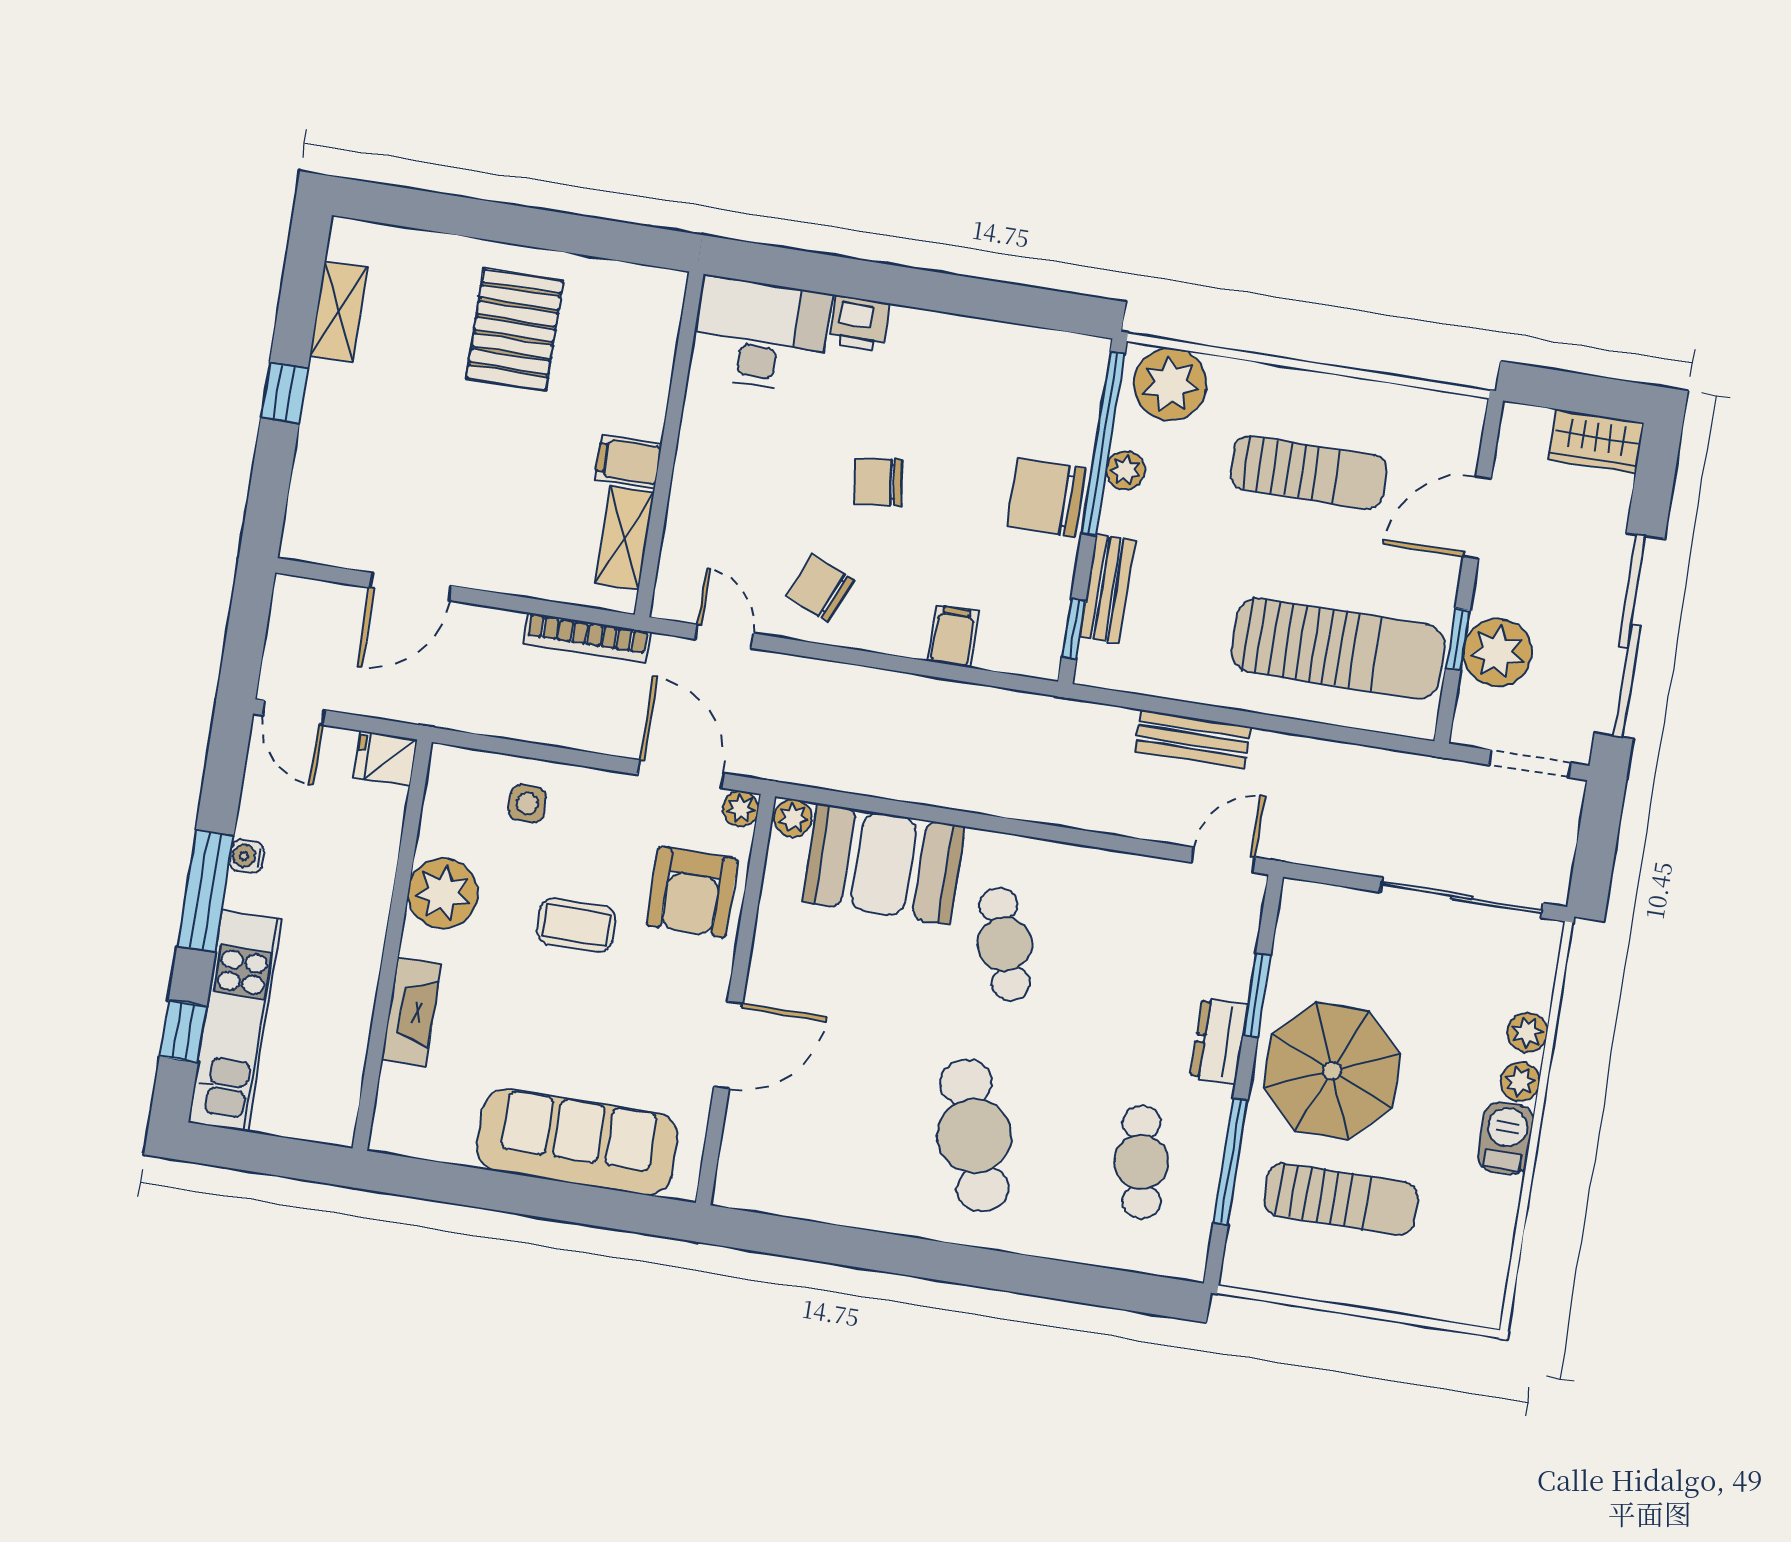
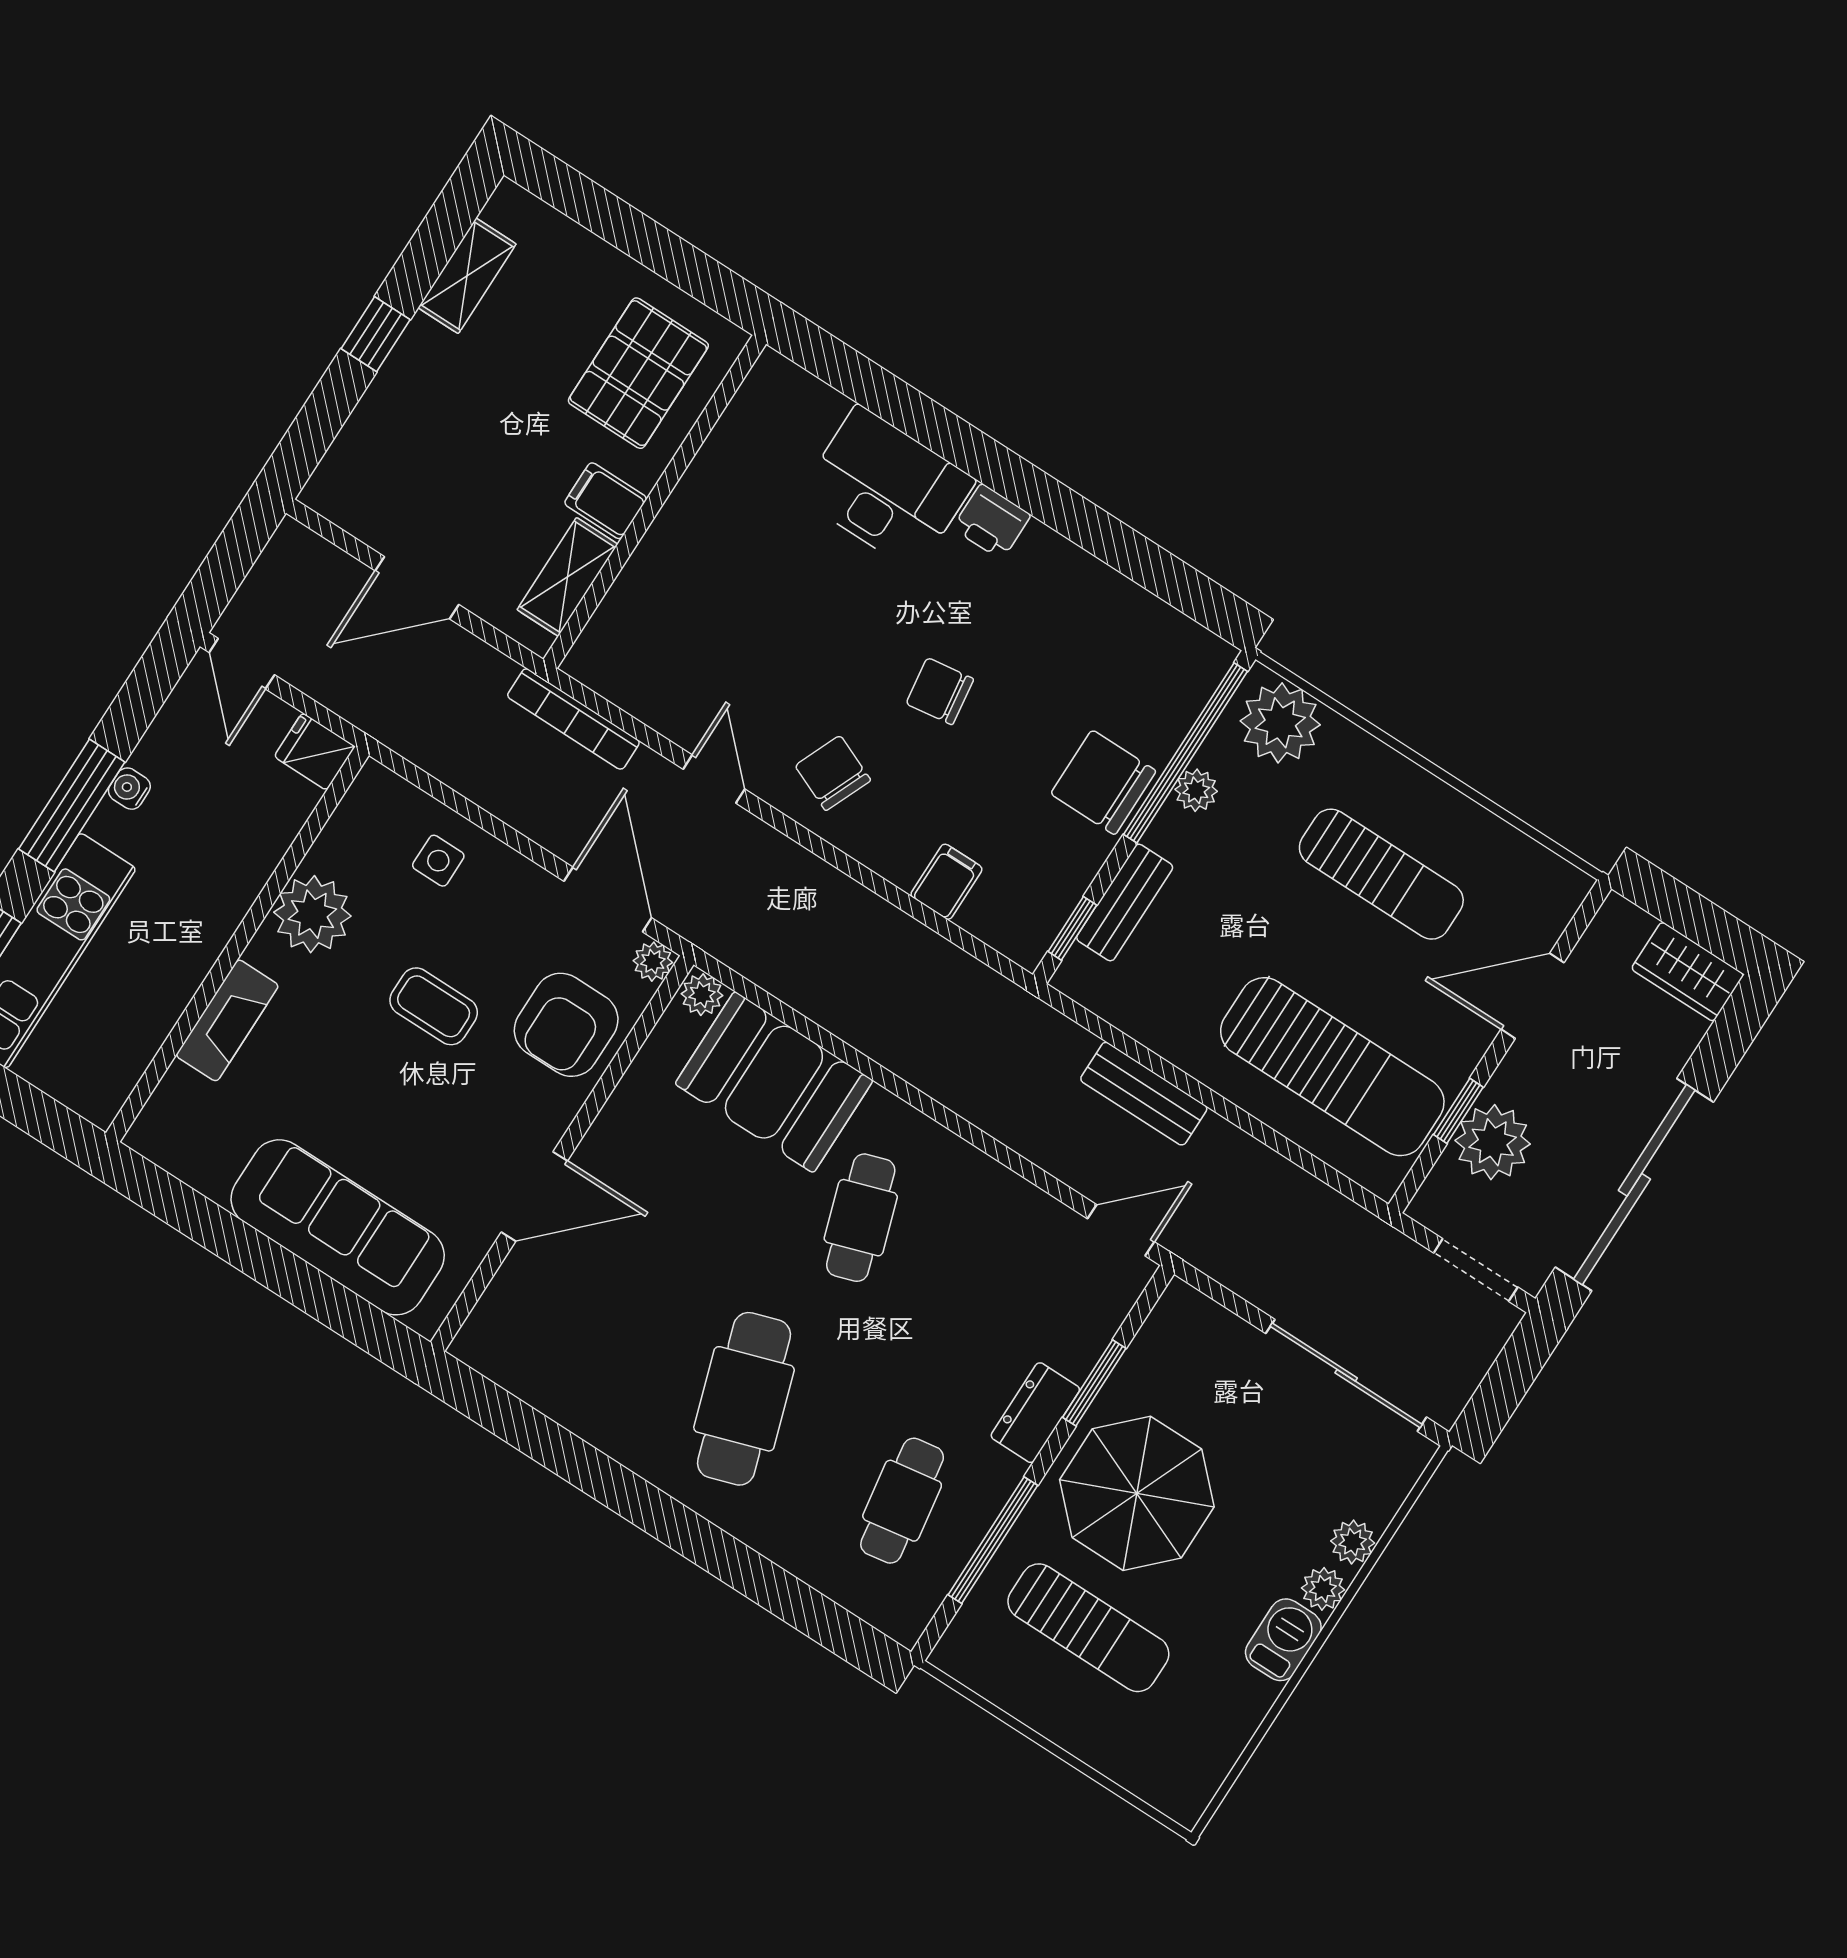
wall: (669, 444) -> (655, 502), moved
filing cabinet: (628, 461) -> (606, 501), moved
shelving: (625, 538) -> (567, 577), moved

